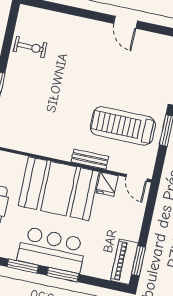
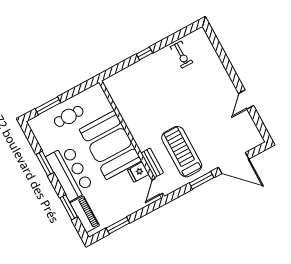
bench: (90, 159) -> (152, 163), moved
window: (139, 261) -> (118, 226), moved
piano: (124, 262) -> (85, 214), moved, turned 90
window: (63, 275) -> (69, 207), moved

